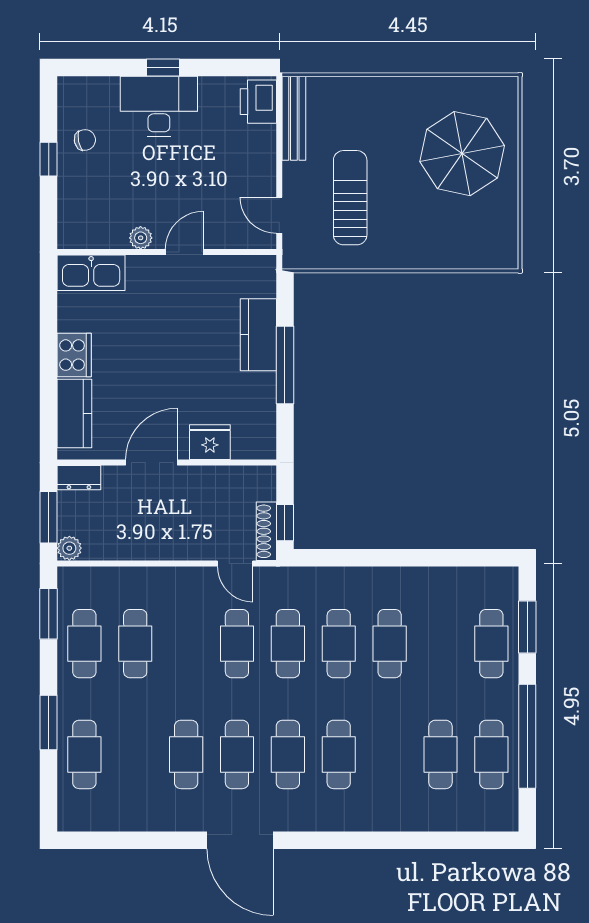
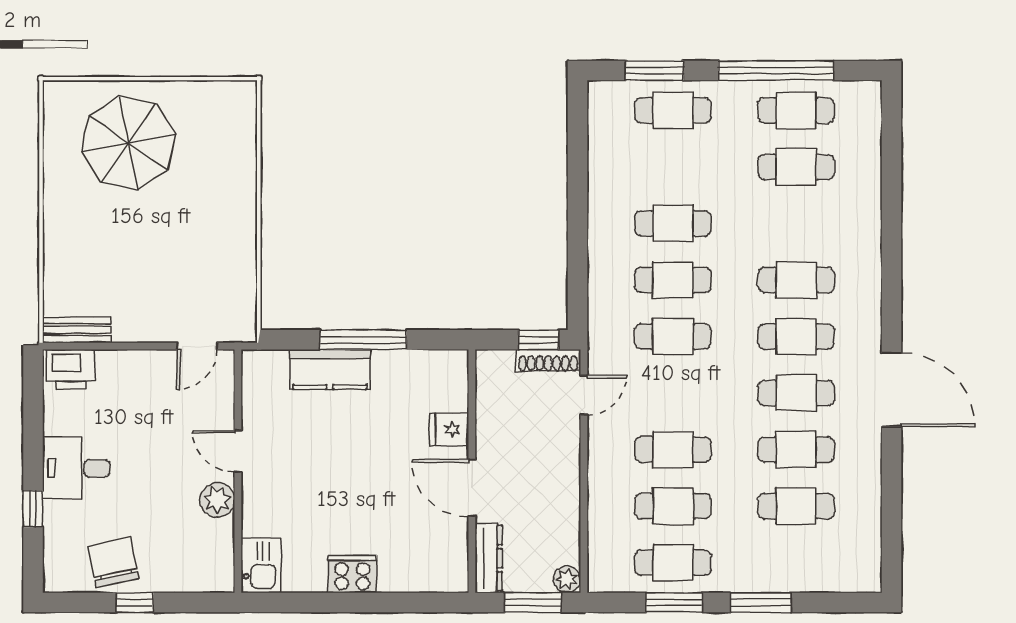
window: (163, 68) -> (33, 509), moved
desk: (159, 106) -> (76, 468), width x0.73
bench: (294, 118) -> (77, 330), width x0.73
chair: (85, 140) -> (113, 562), width x1.87, depth x1.87
sun lounger: (350, 198) -> (177, 267), removed
plant: (141, 238) -> (217, 500), width x1.38, depth x1.38
kitchen sink: (91, 273) -> (261, 565), width x0.73
kitchen counter: (74, 414) -> (417, 574), removed
fridge: (210, 442) -> (449, 429), width x0.72
dresser: (79, 478) -> (489, 558), width x1.44
window: (49, 614) -> (674, 602), moved
cafe table: (237, 644) -> (673, 450), moved
cafe table: (84, 754) -> (796, 506), moved
door: (240, 840) -> (891, 390), hinge flipped

